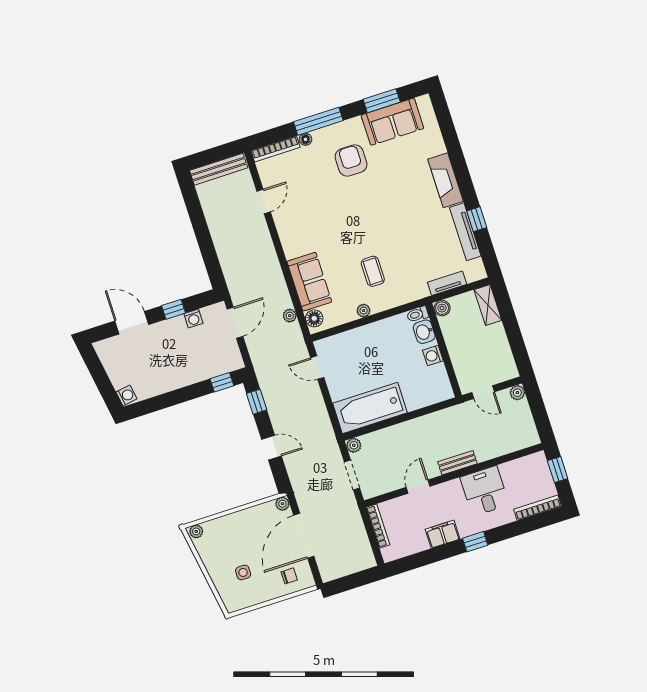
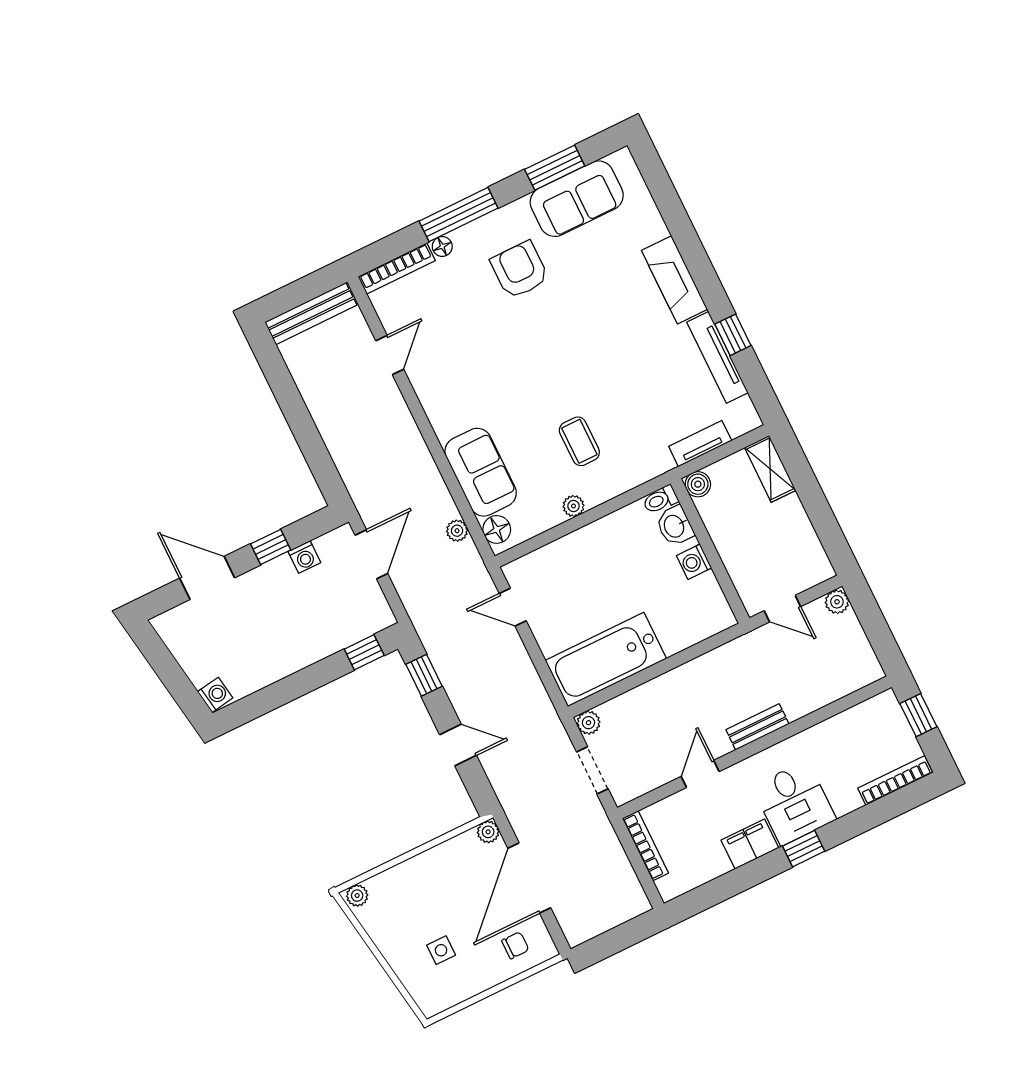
desk: (484, 491) -> (794, 803), moved, turned 180

